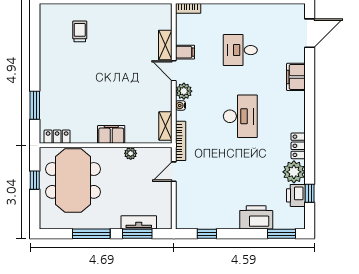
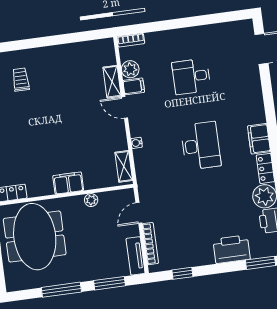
filing cabinet: (296, 77) -> (259, 139), moved
plant: (184, 91) -> (130, 69), moved
bookcase: (181, 141) -> (150, 244), moved
tv unit: (139, 222) -> (136, 256), moved, turned -90

